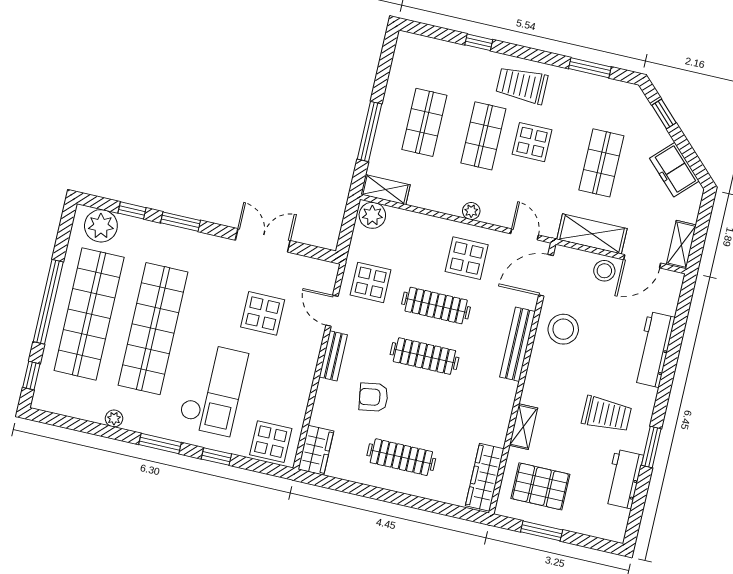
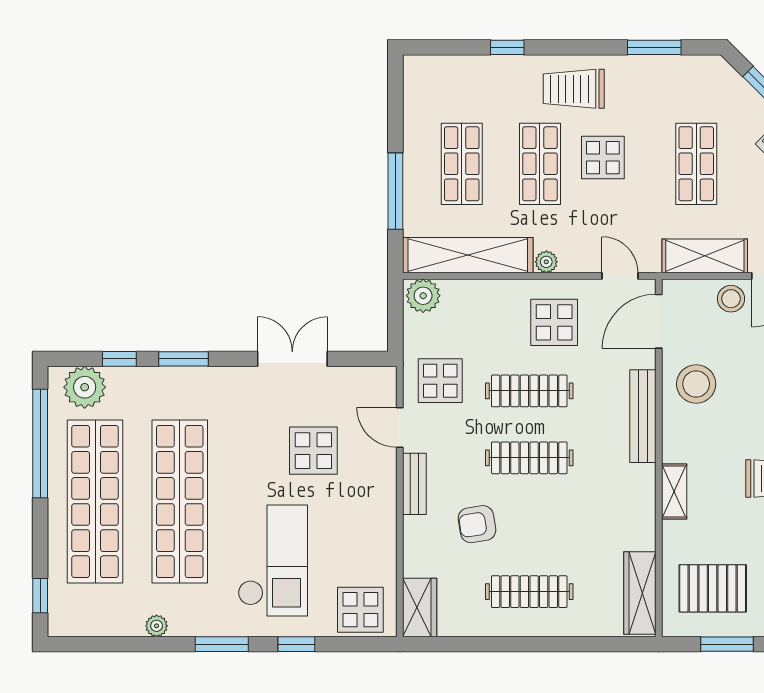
shelving: (385, 190) -> (468, 255), width x2.20, depth x1.33
window: (48, 302) -> (40, 443), moved
shelving: (523, 427) -> (674, 491), moved

